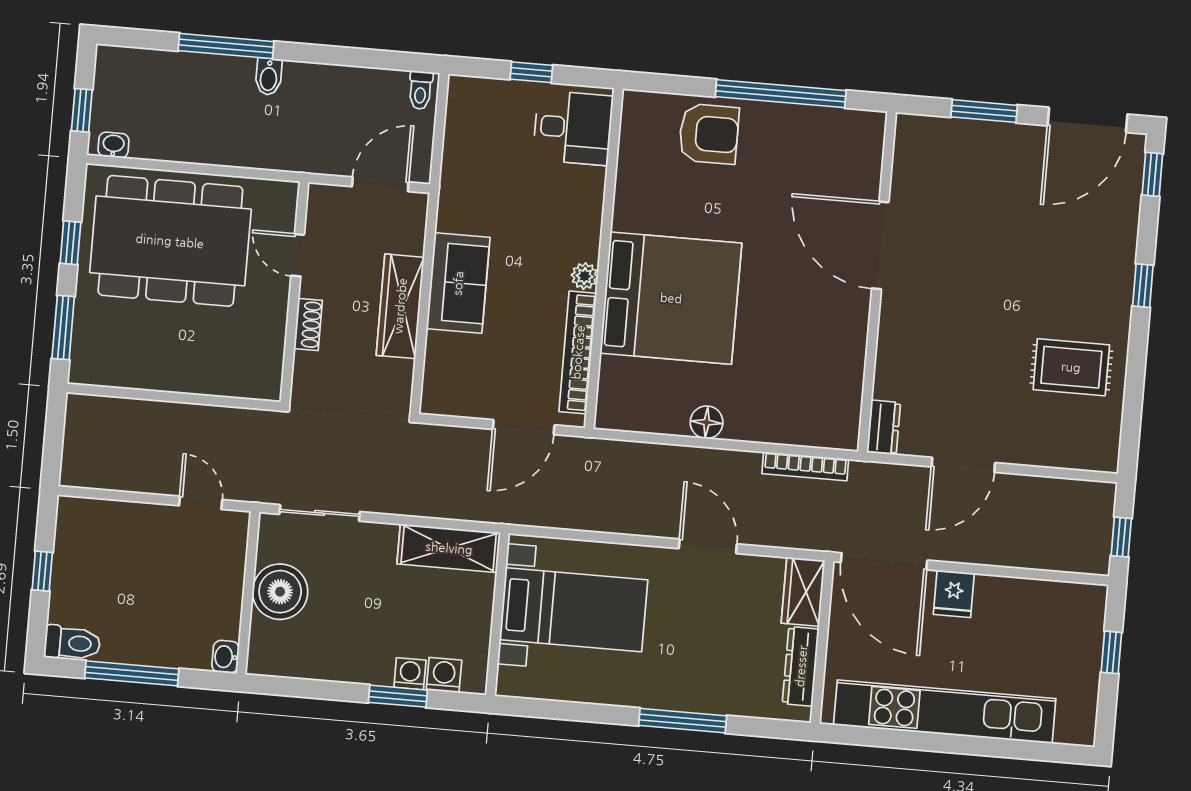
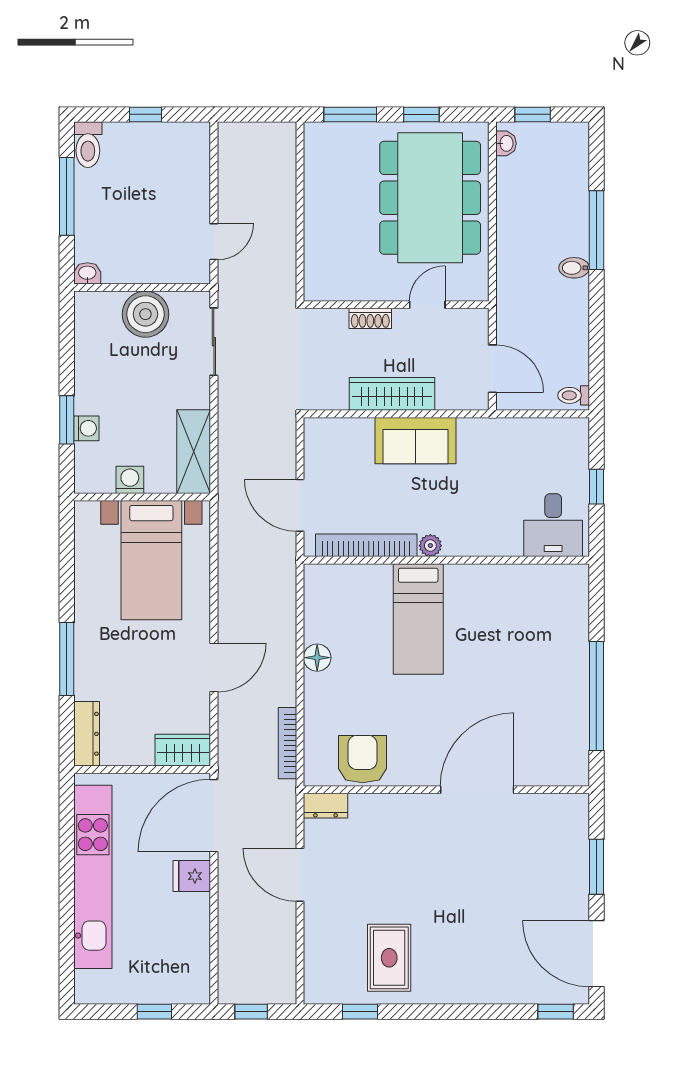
armchair: (709, 134) -> (363, 759), moved, turned 180
window: (1143, 286) -> (360, 1012), moved
bed: (671, 298) -> (418, 619), width x0.49
dresser: (801, 666) -> (87, 734), moved, turned 90
washing machine: (444, 675) -> (130, 480), moved, turned -90

